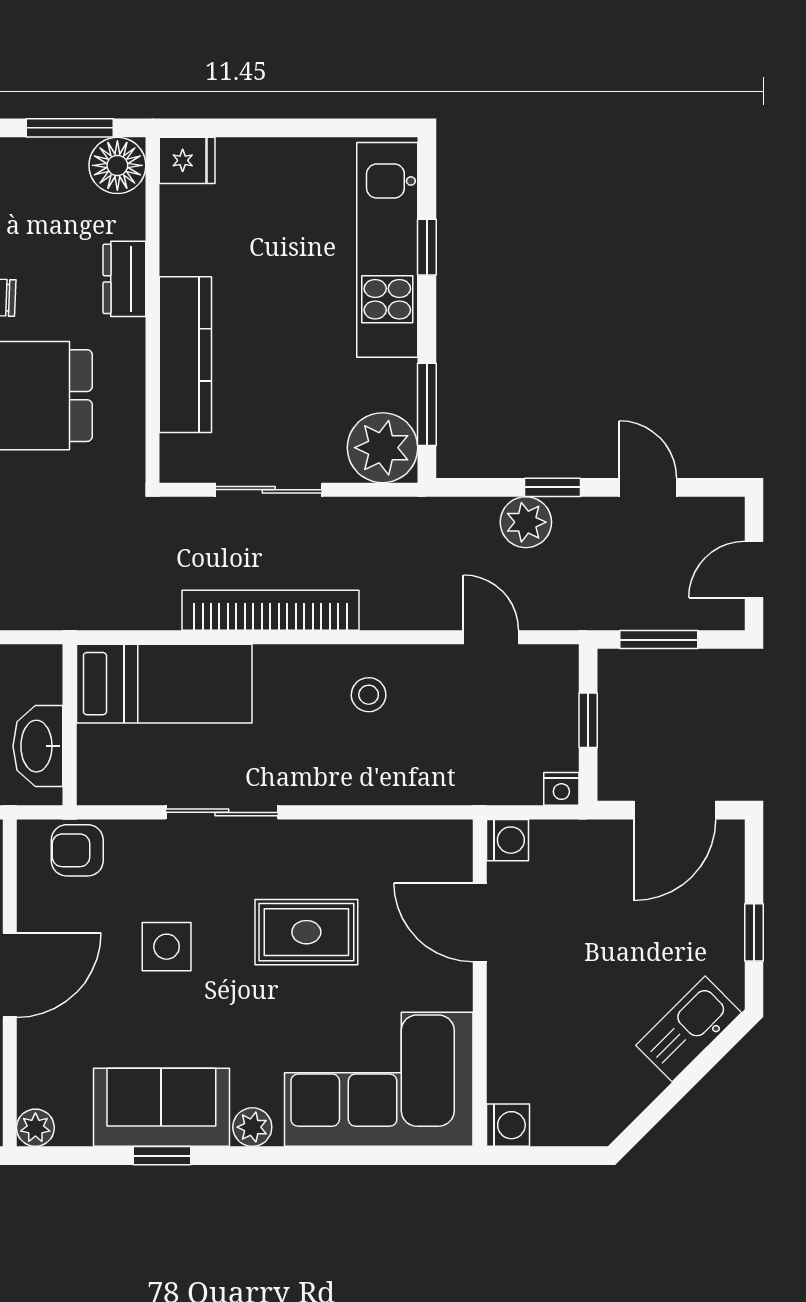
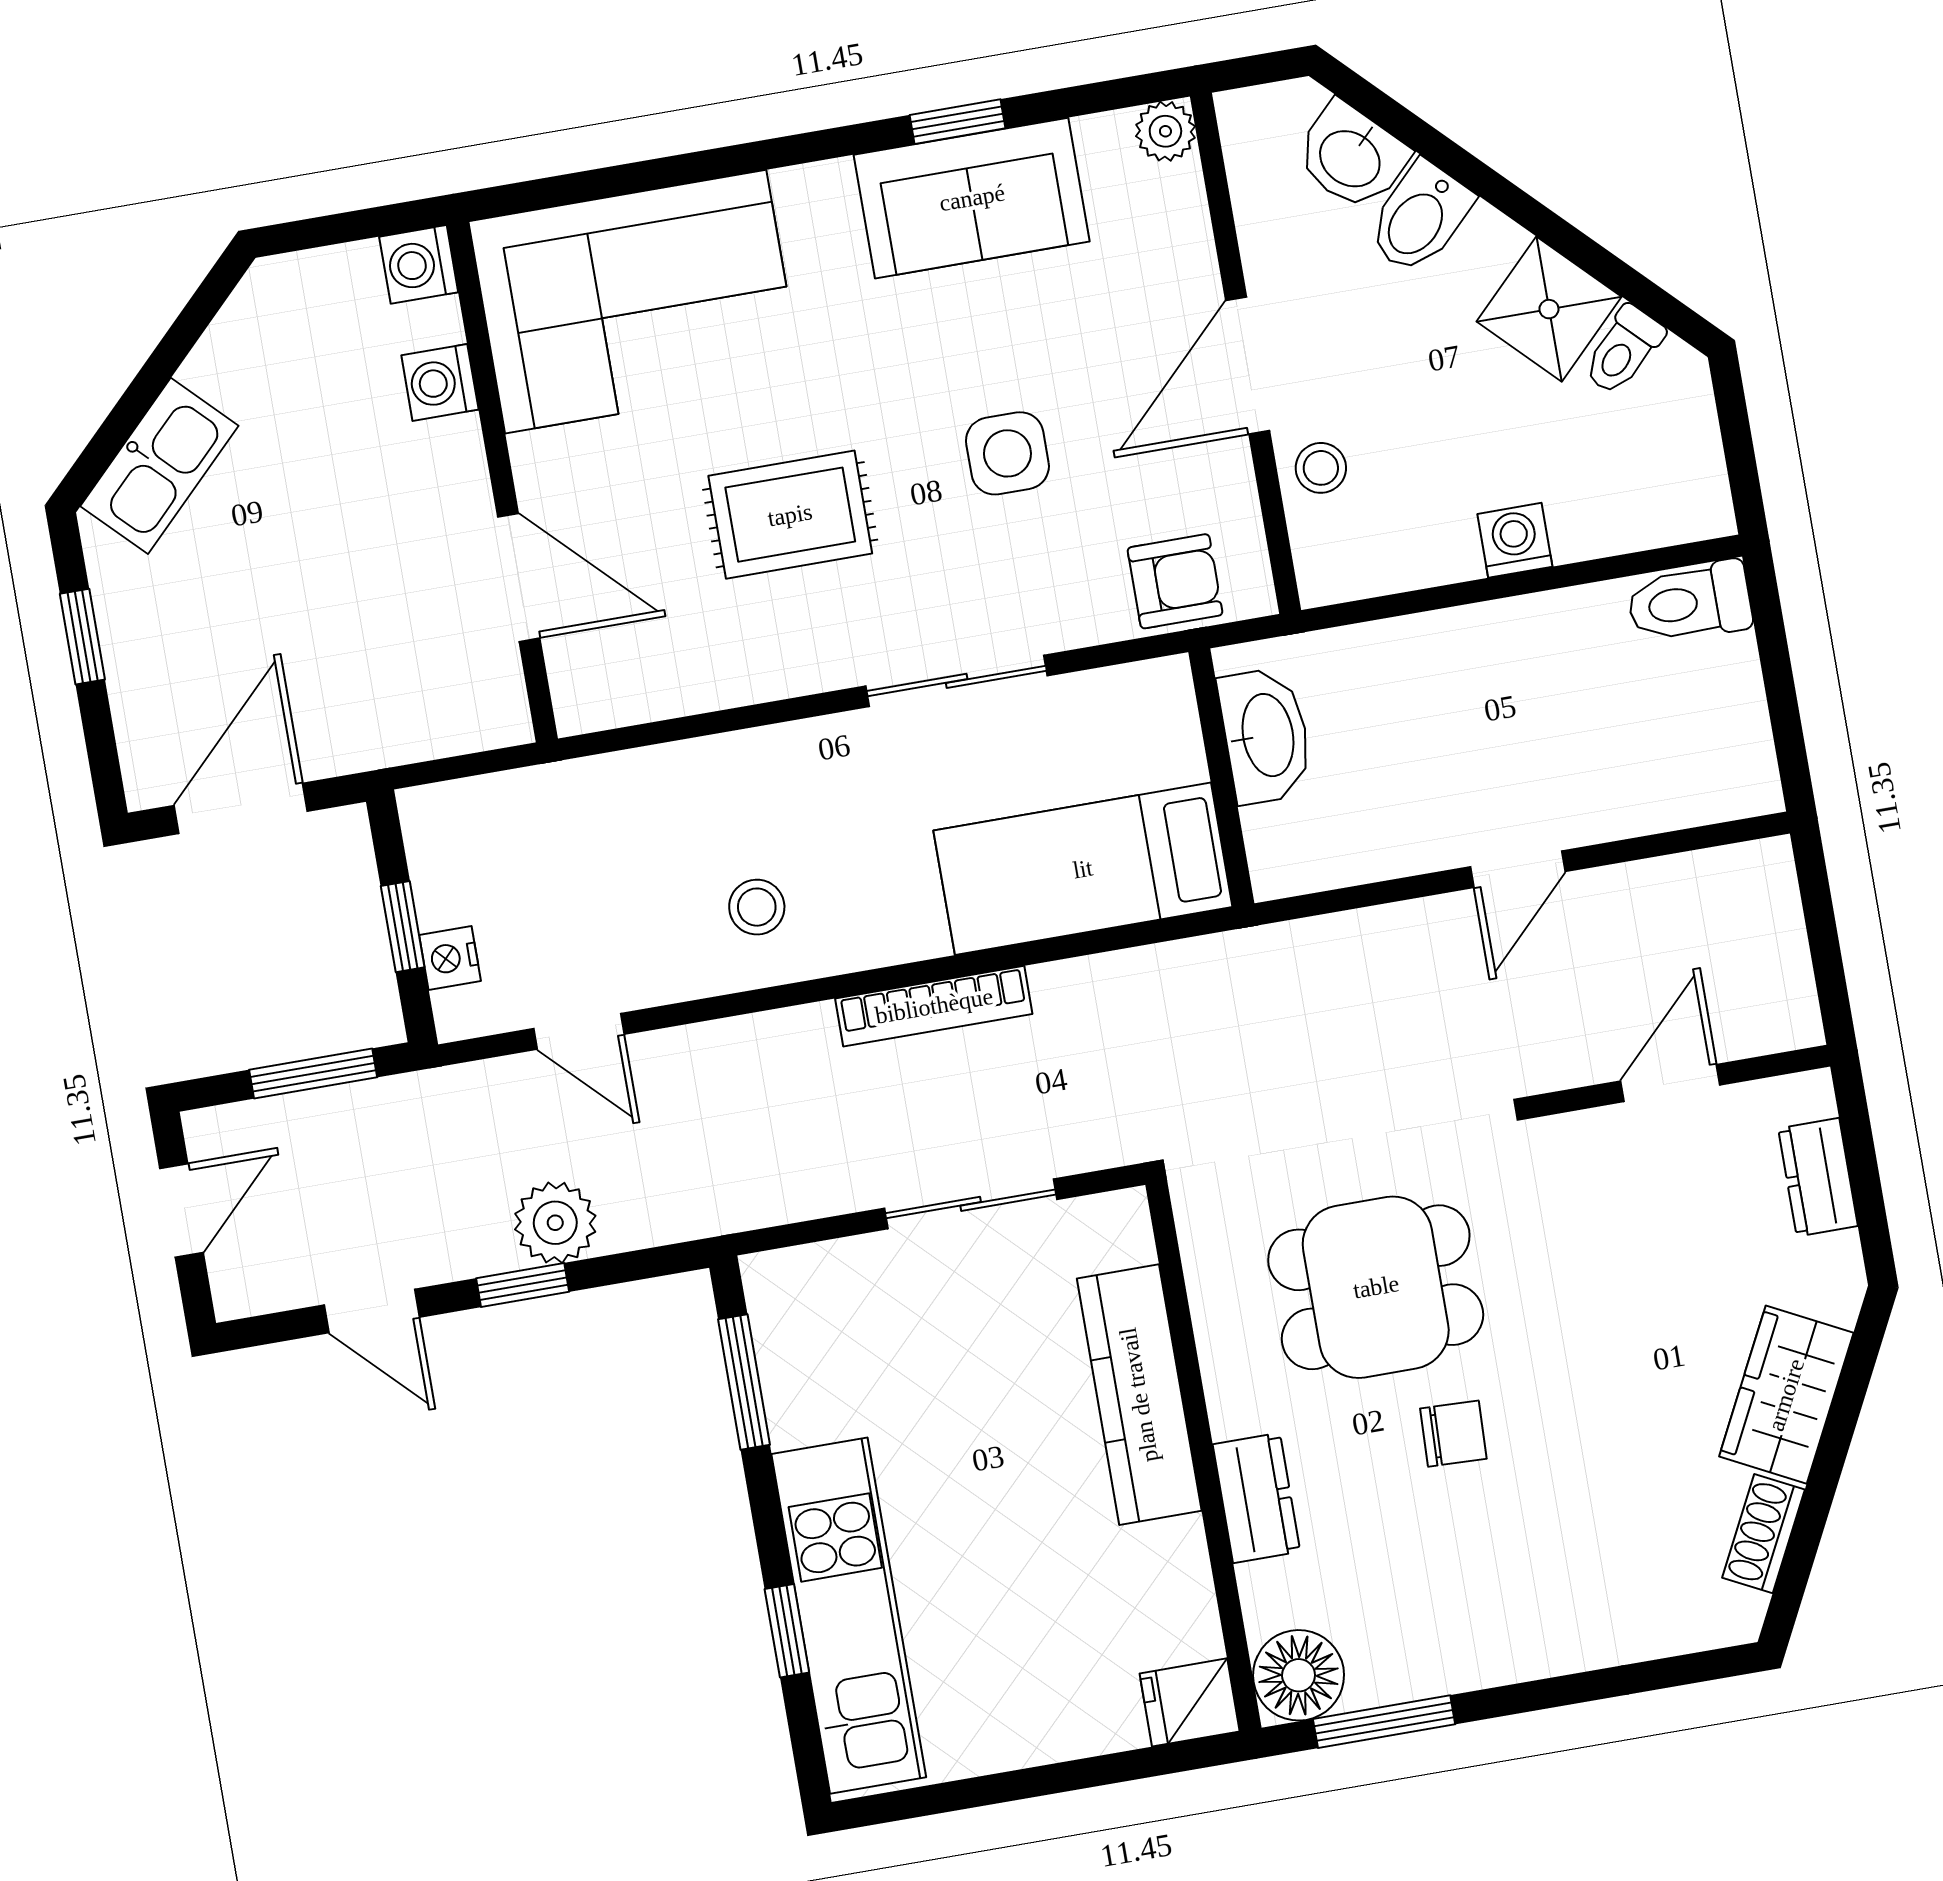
plant: (382, 448) -> (802, 1301), removed
bookcase: (270, 610) -> (934, 1006), width x0.68, depth x0.76
nightstand: (561, 789) -> (450, 958), moved, turned -90
washing machine: (508, 840) -> (440, 382), moved
plant: (252, 1127) -> (823, 192), removed

